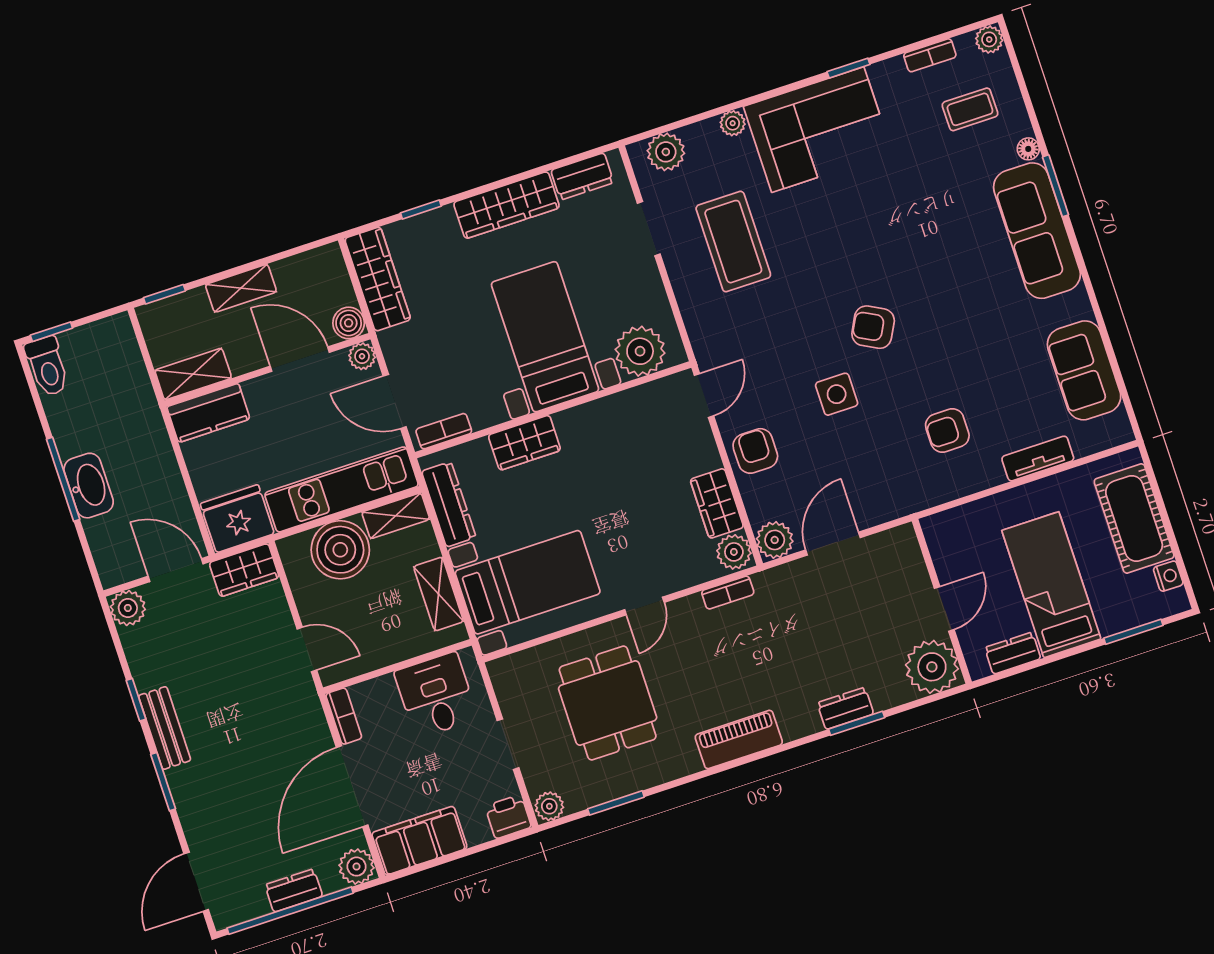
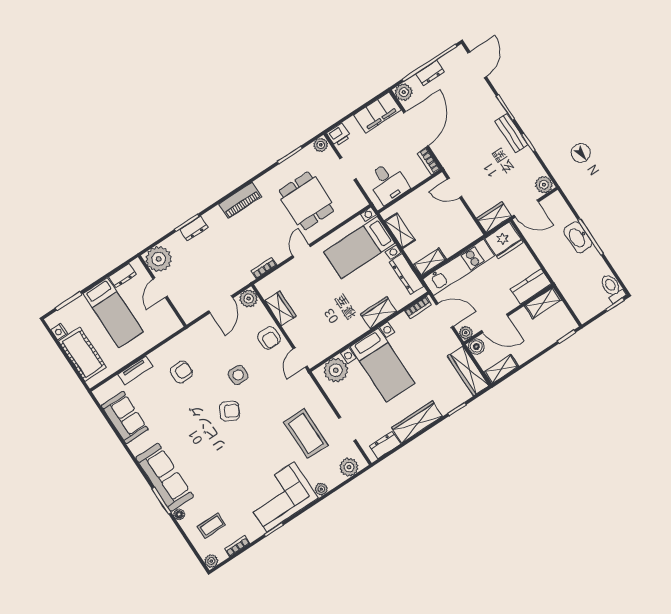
shelving: (241, 288) -> (501, 369), moved
boiler: (340, 550) -> (451, 239), removed
plant: (734, 552) -> (266, 288), removed

